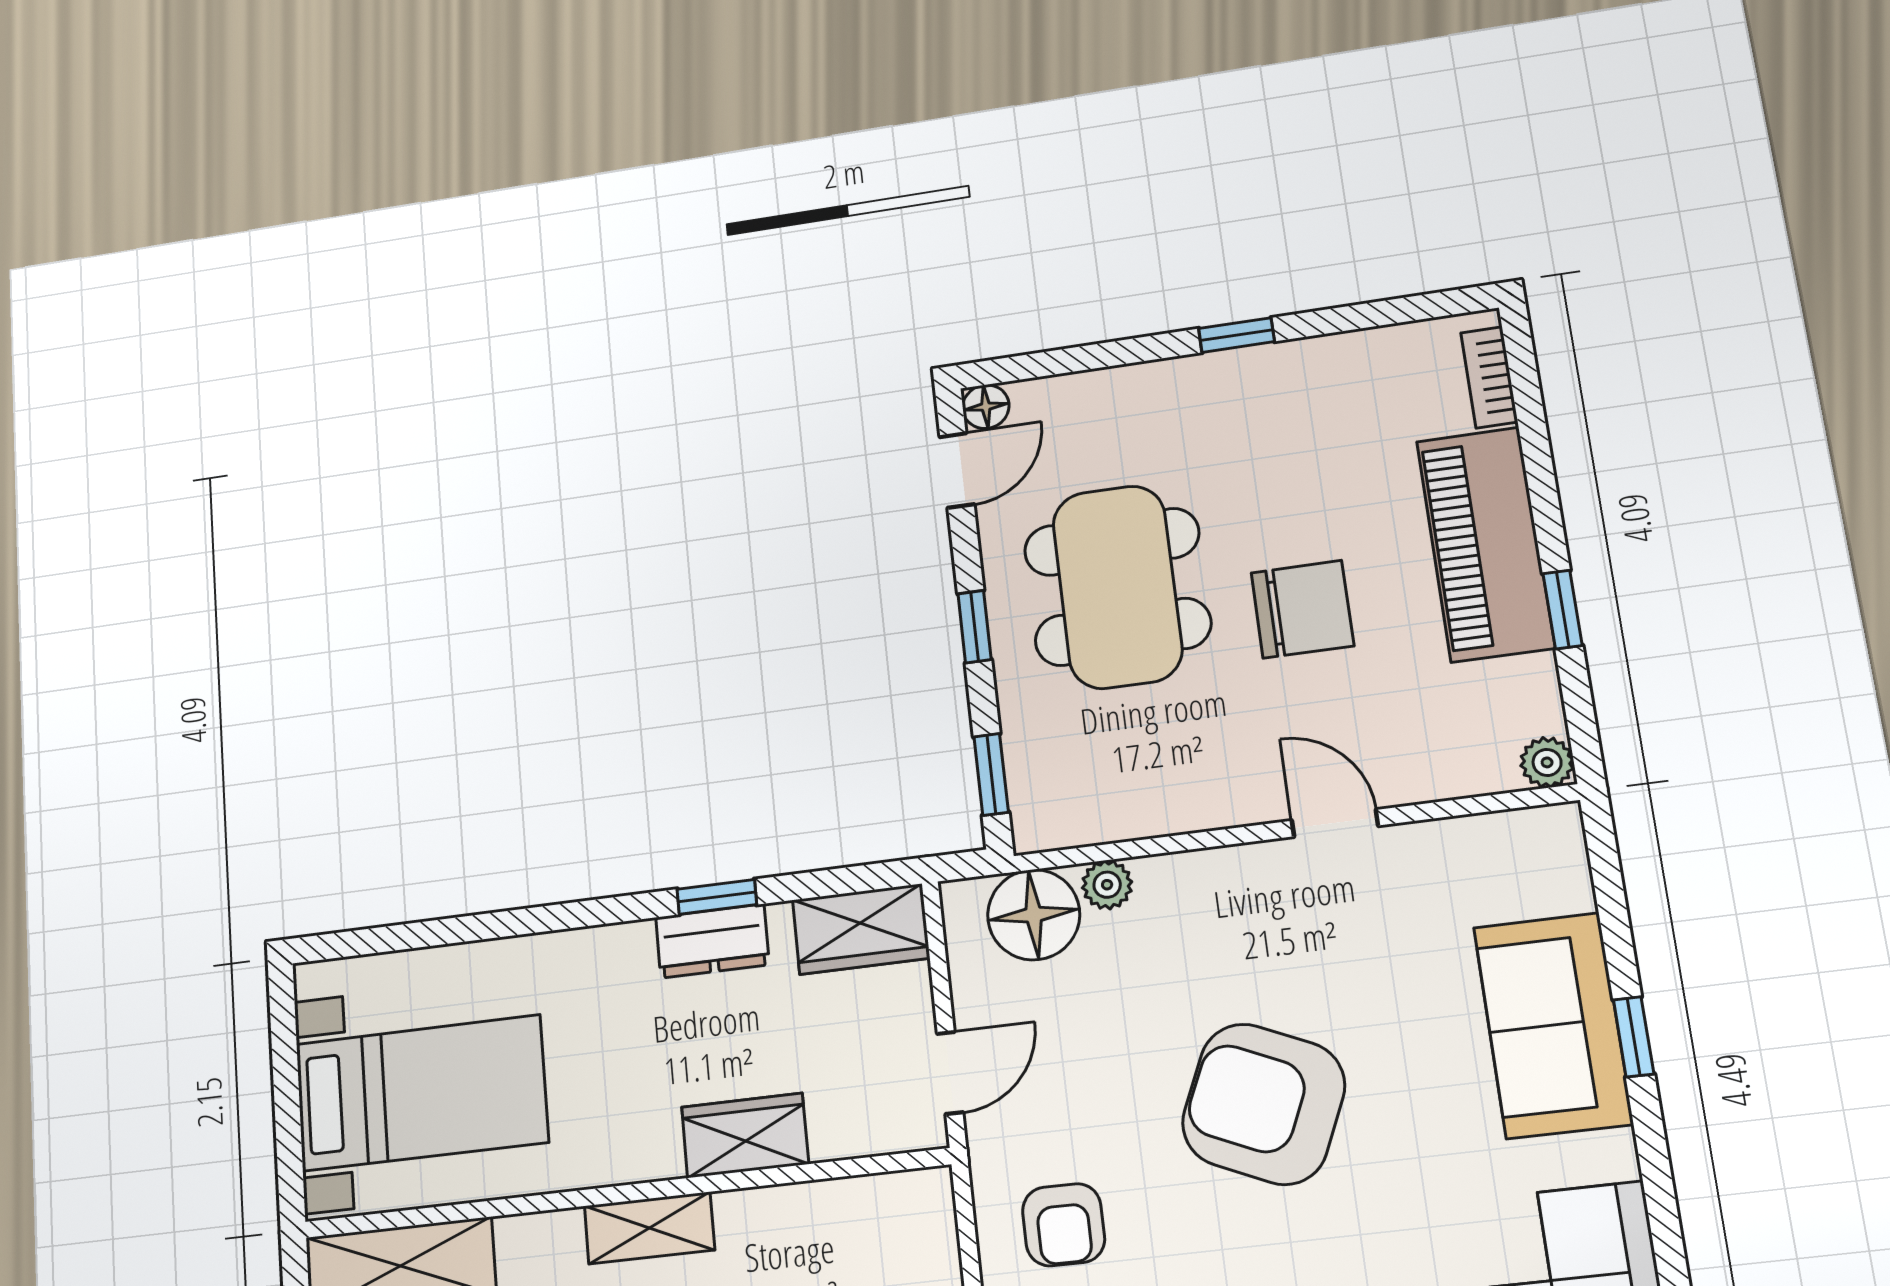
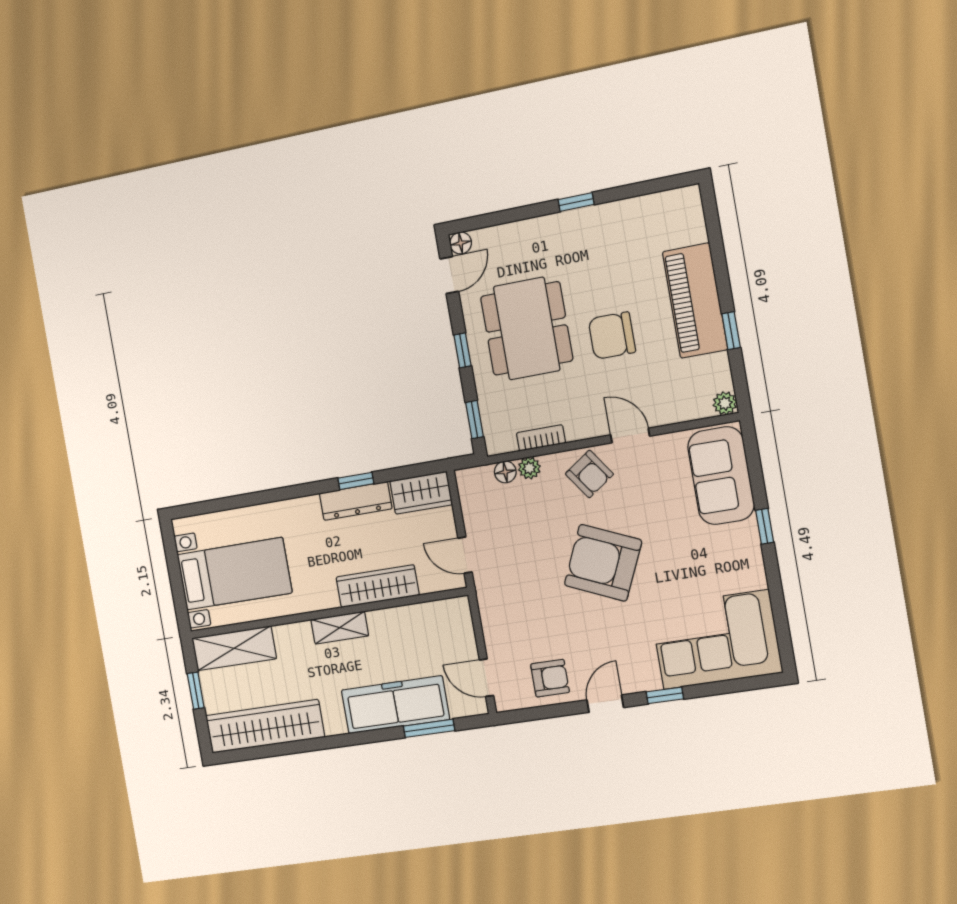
bookcase: (1489, 377) -> (541, 438), moved, turned 90
chair: (1302, 609) -> (612, 336), turned 180
floor lamp: (1034, 915) -> (505, 472), width x0.53, depth x0.53
dresser: (712, 941) -> (356, 501), width x1.44
sofa: (1553, 1025) -> (721, 476), moved
door: (950, 1073) -> (465, 555), swing flipped
wardrobe: (745, 1135) -> (378, 586), width x1.50
armchair: (1064, 1225) -> (589, 474), moved, turned -35

